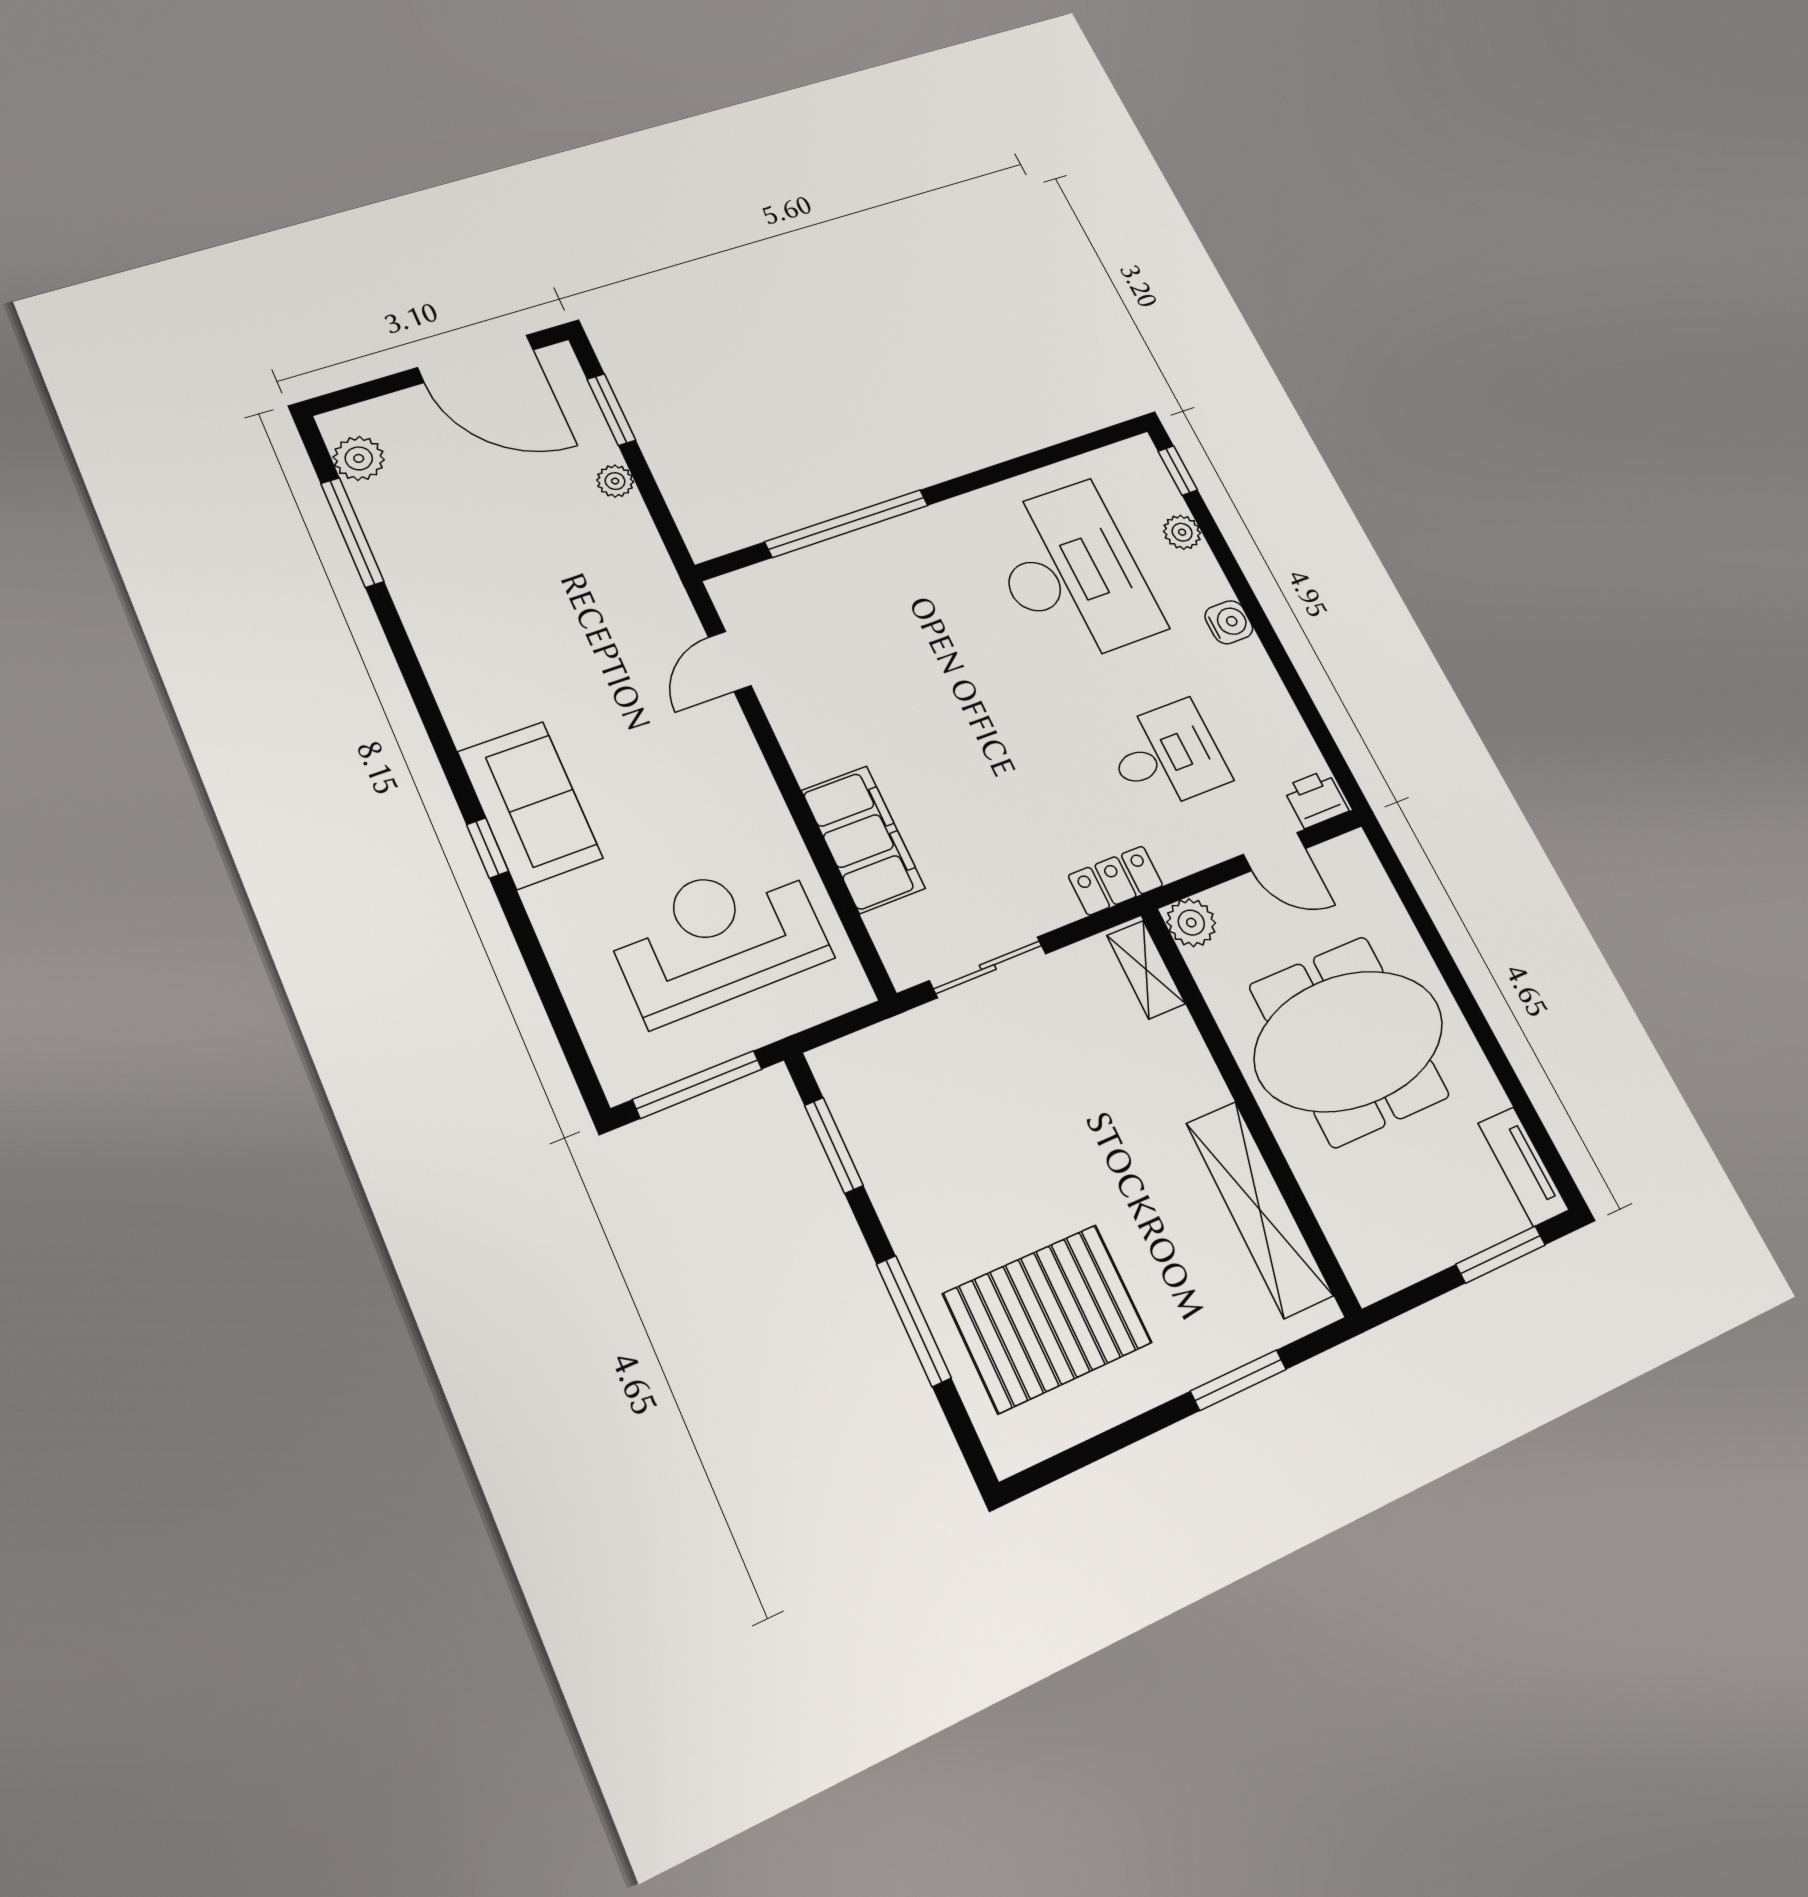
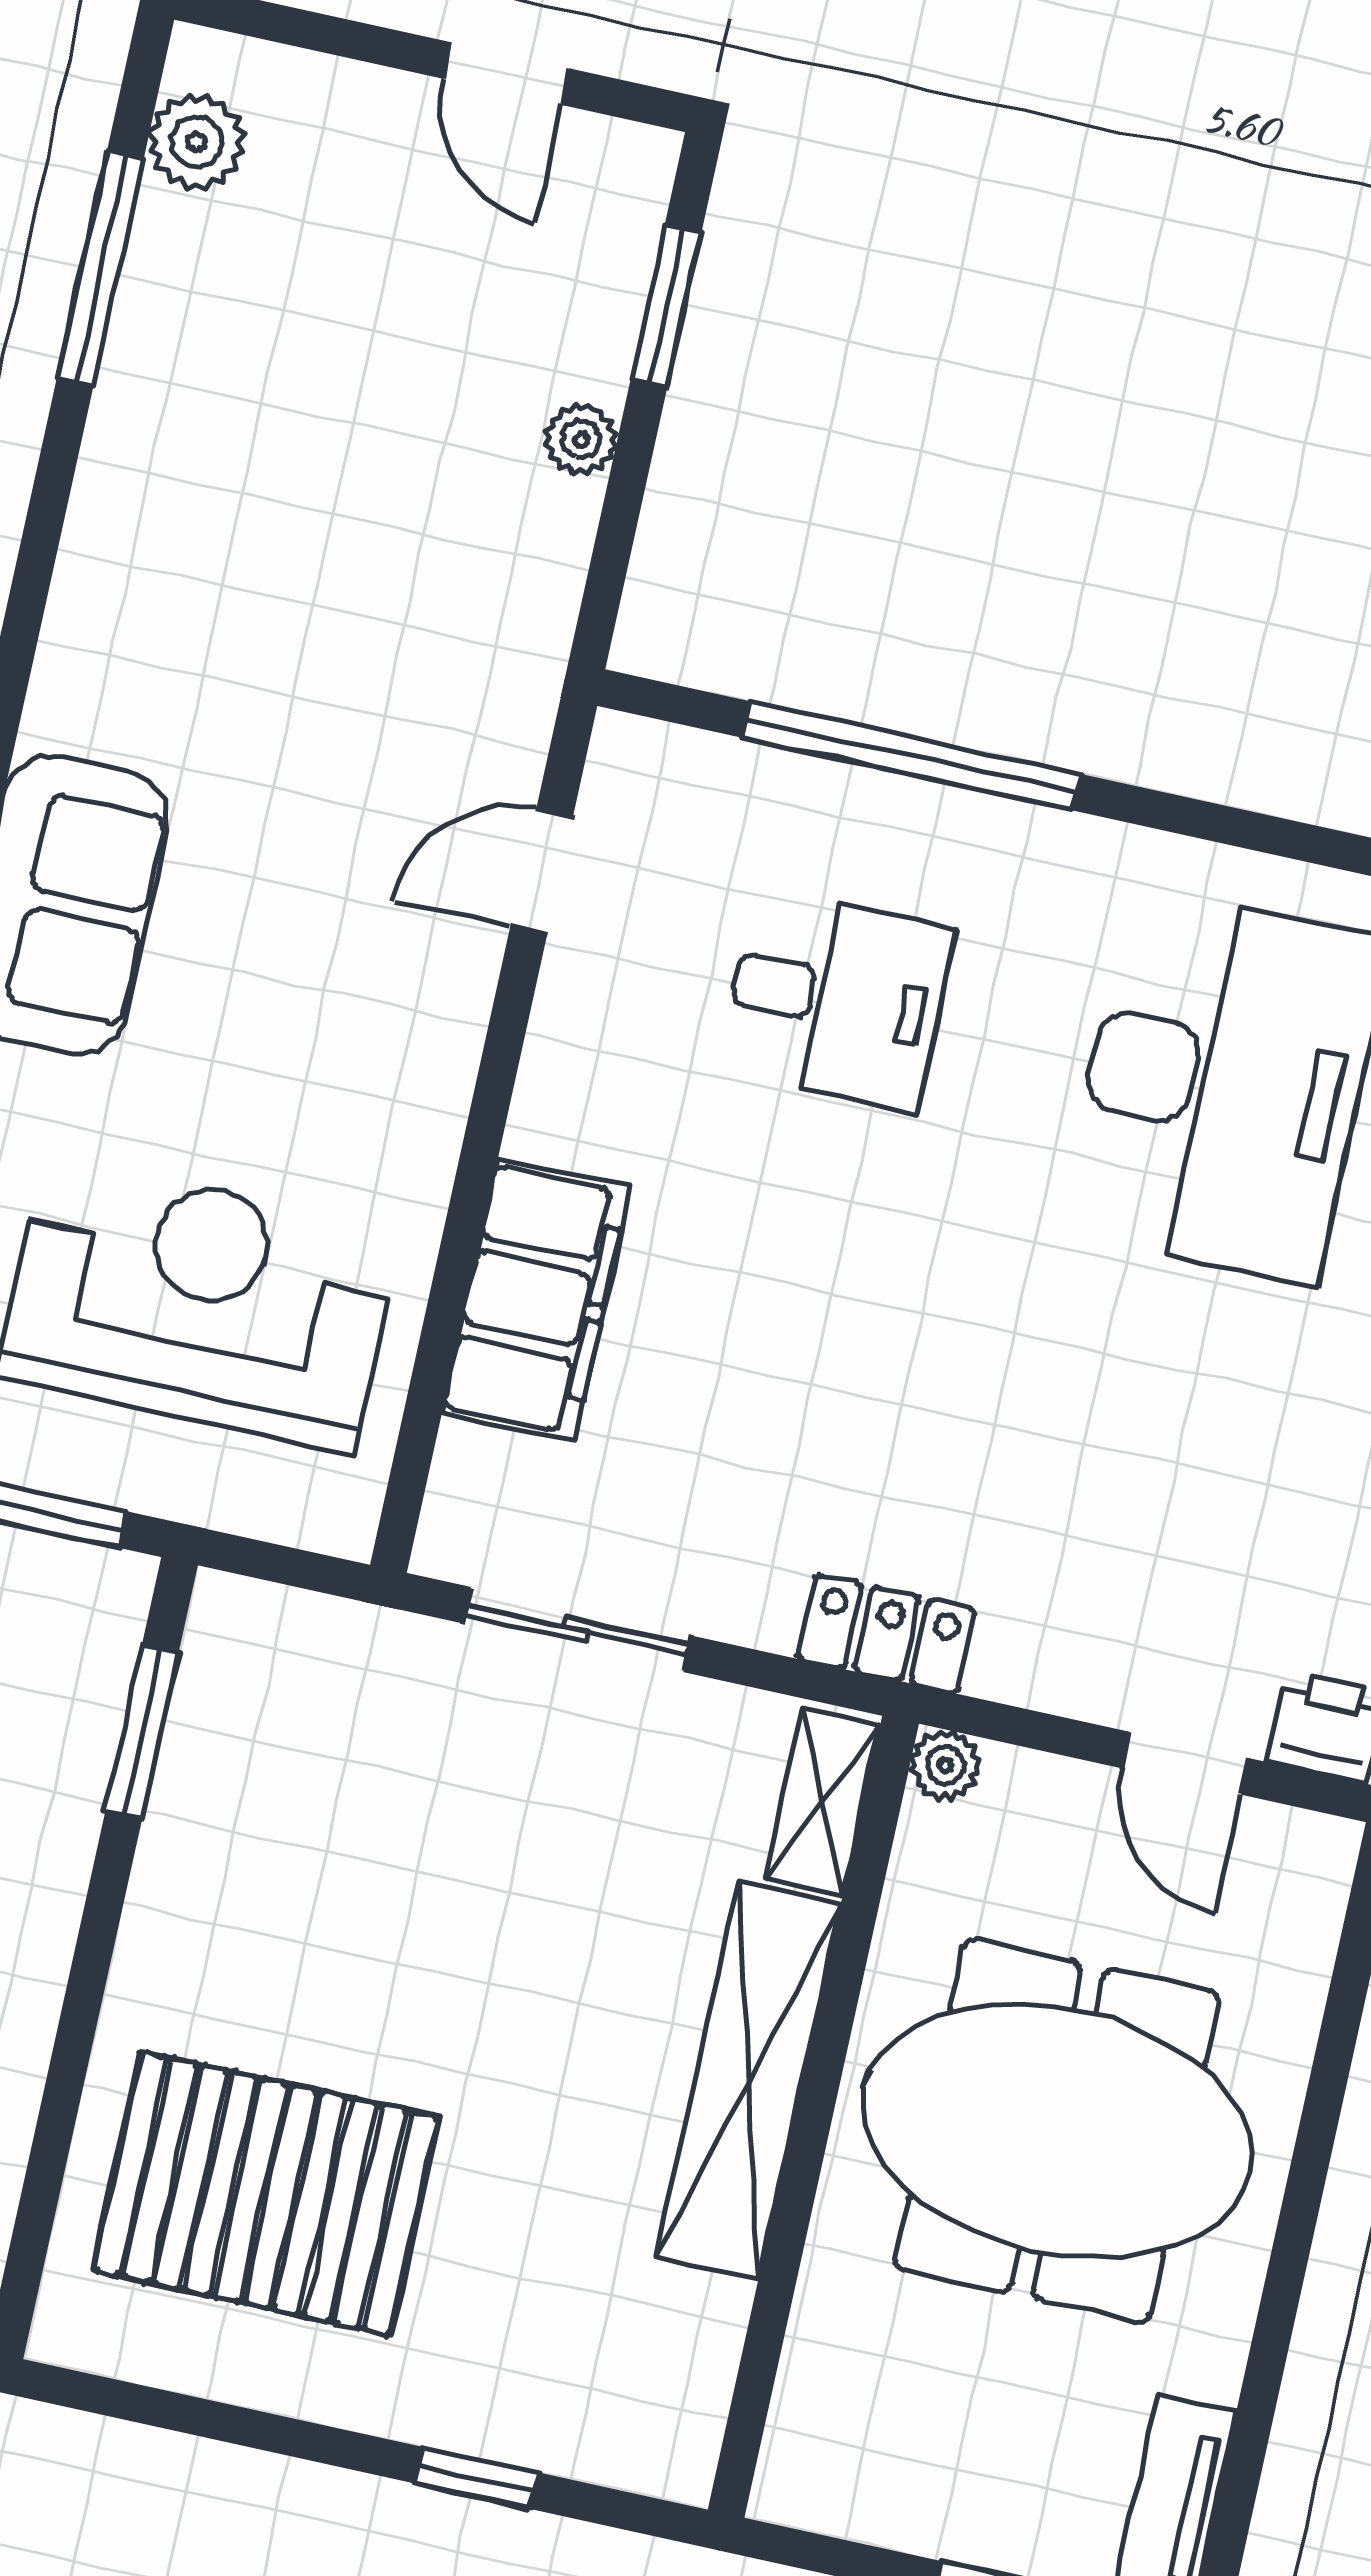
door: (476, 359) -> (506, 74), width x0.53
desk: (1166, 756) -> (836, 999), moved
plant: (1191, 923) -> (945, 1765), width x0.73, depth x0.73
shelving: (1259, 1209) -> (748, 2081), moved
window: (914, 1321) -> (70, 2059), removed
window: (1238, 1380) -> (476, 2478), width x0.67

